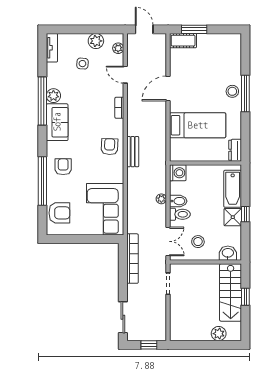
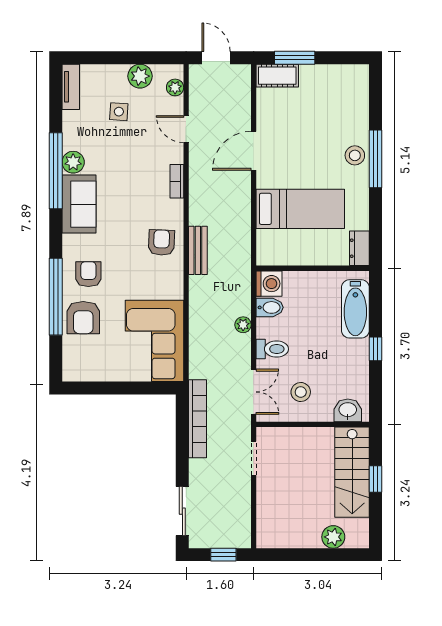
bidet: (178, 201) -> (270, 307), moved
armchair: (59, 213) -> (83, 318), moved, turned 90
shower: (233, 217) -> (355, 354), removed

